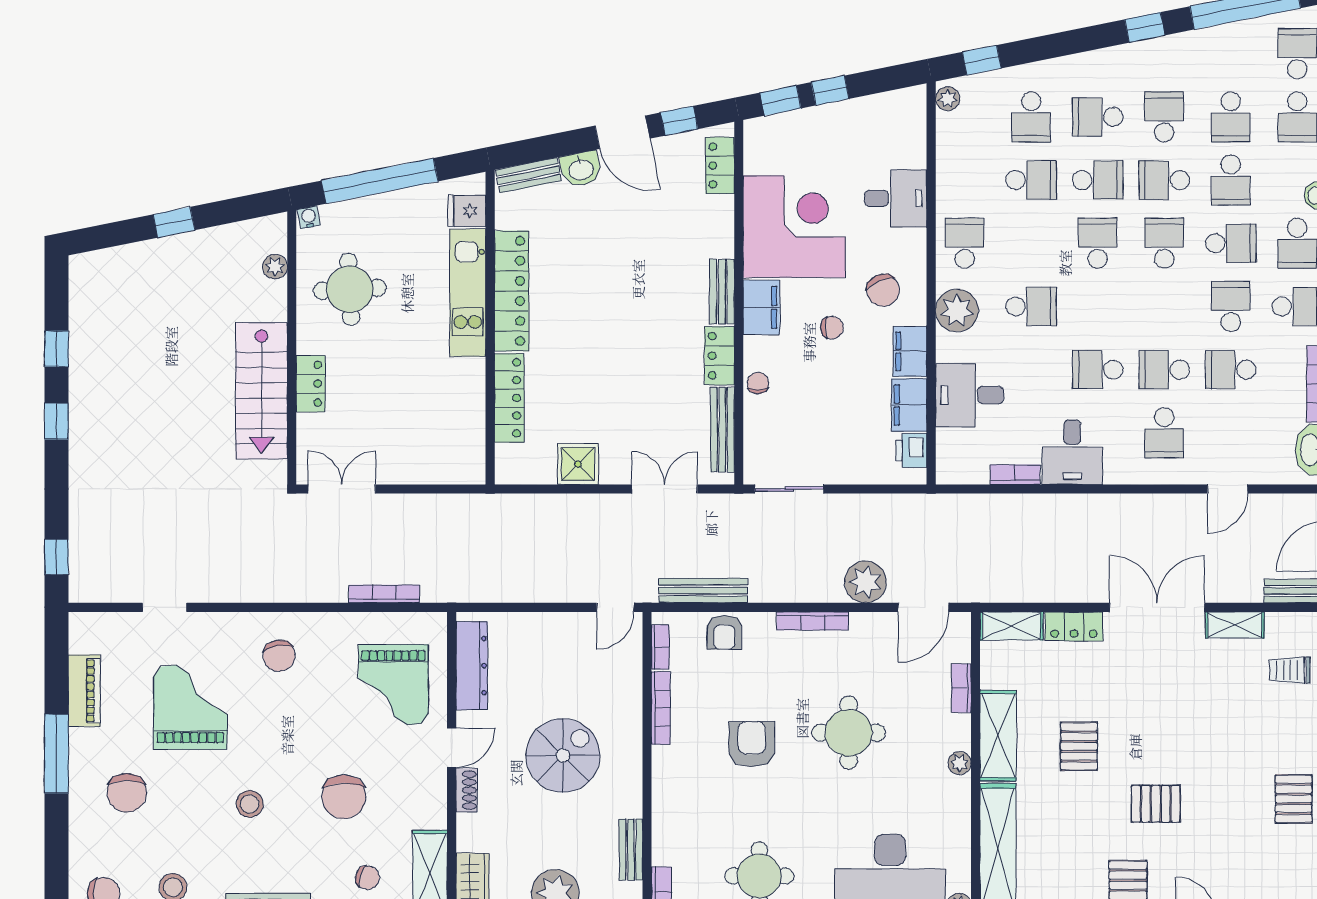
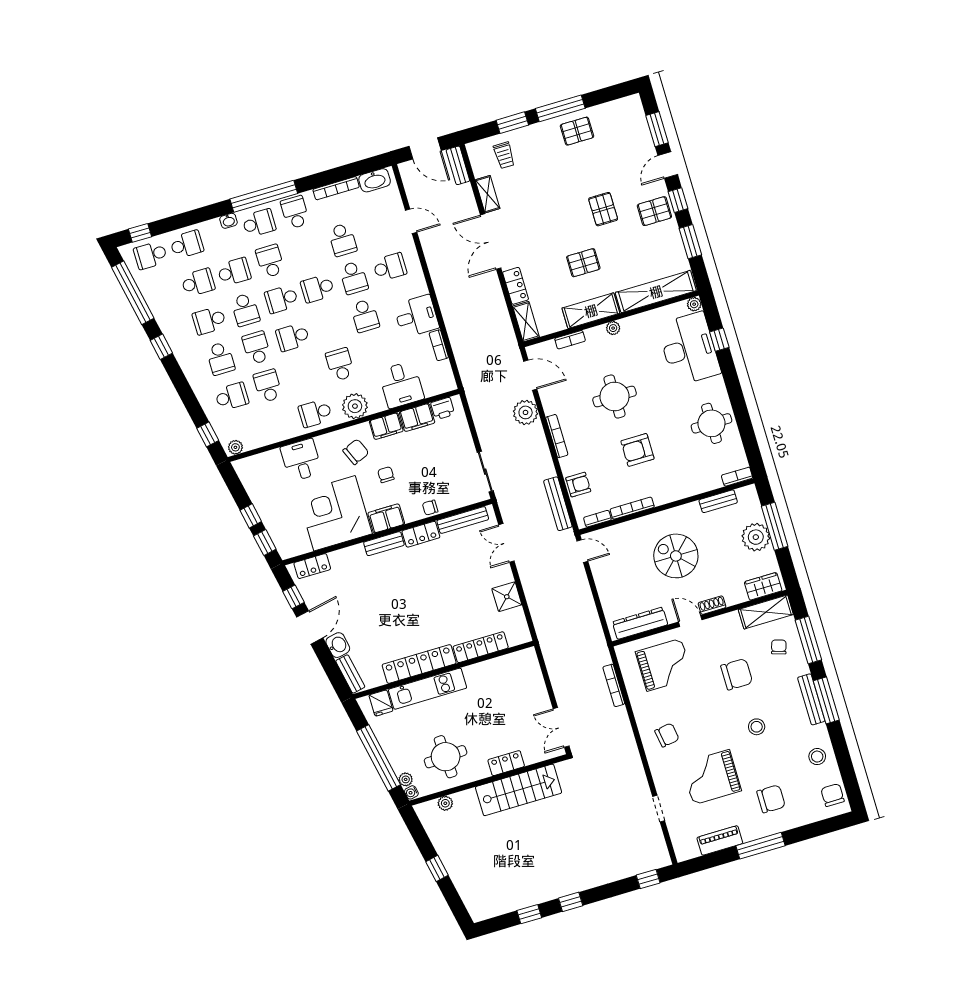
plant: (332, 214) -> (406, 779), added
school desk: (1231, 306) -> (318, 288), moved

